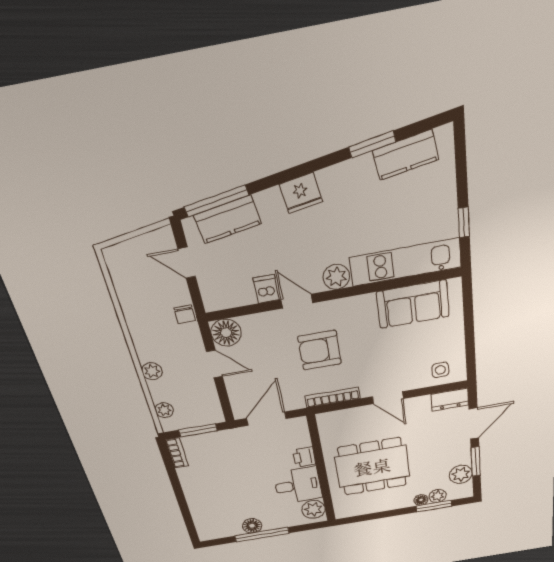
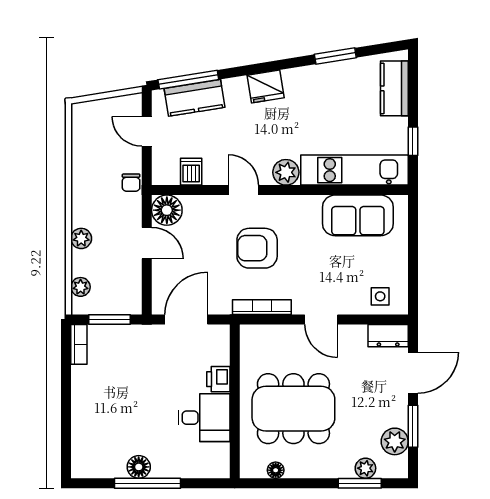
kitchen counter: (406, 155) -> (394, 88), moved, turned 99
dishwasher: (266, 289) -> (191, 172), moved
floor lamp: (421, 500) -> (276, 470), moved
plant: (313, 509) -> (216, 457), removed

